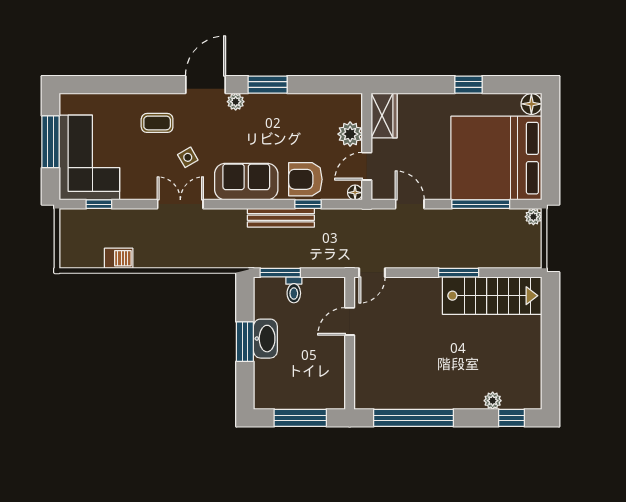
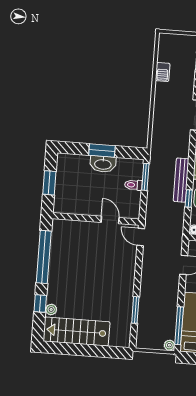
window: (481, 204) -> (179, 326), moved
window: (459, 273) -> (135, 310), moved
stairs: (492, 296) -> (76, 331), moved, turned 90
window: (300, 418) -> (49, 183), width x0.69
window: (511, 418) -> (40, 303), moved

